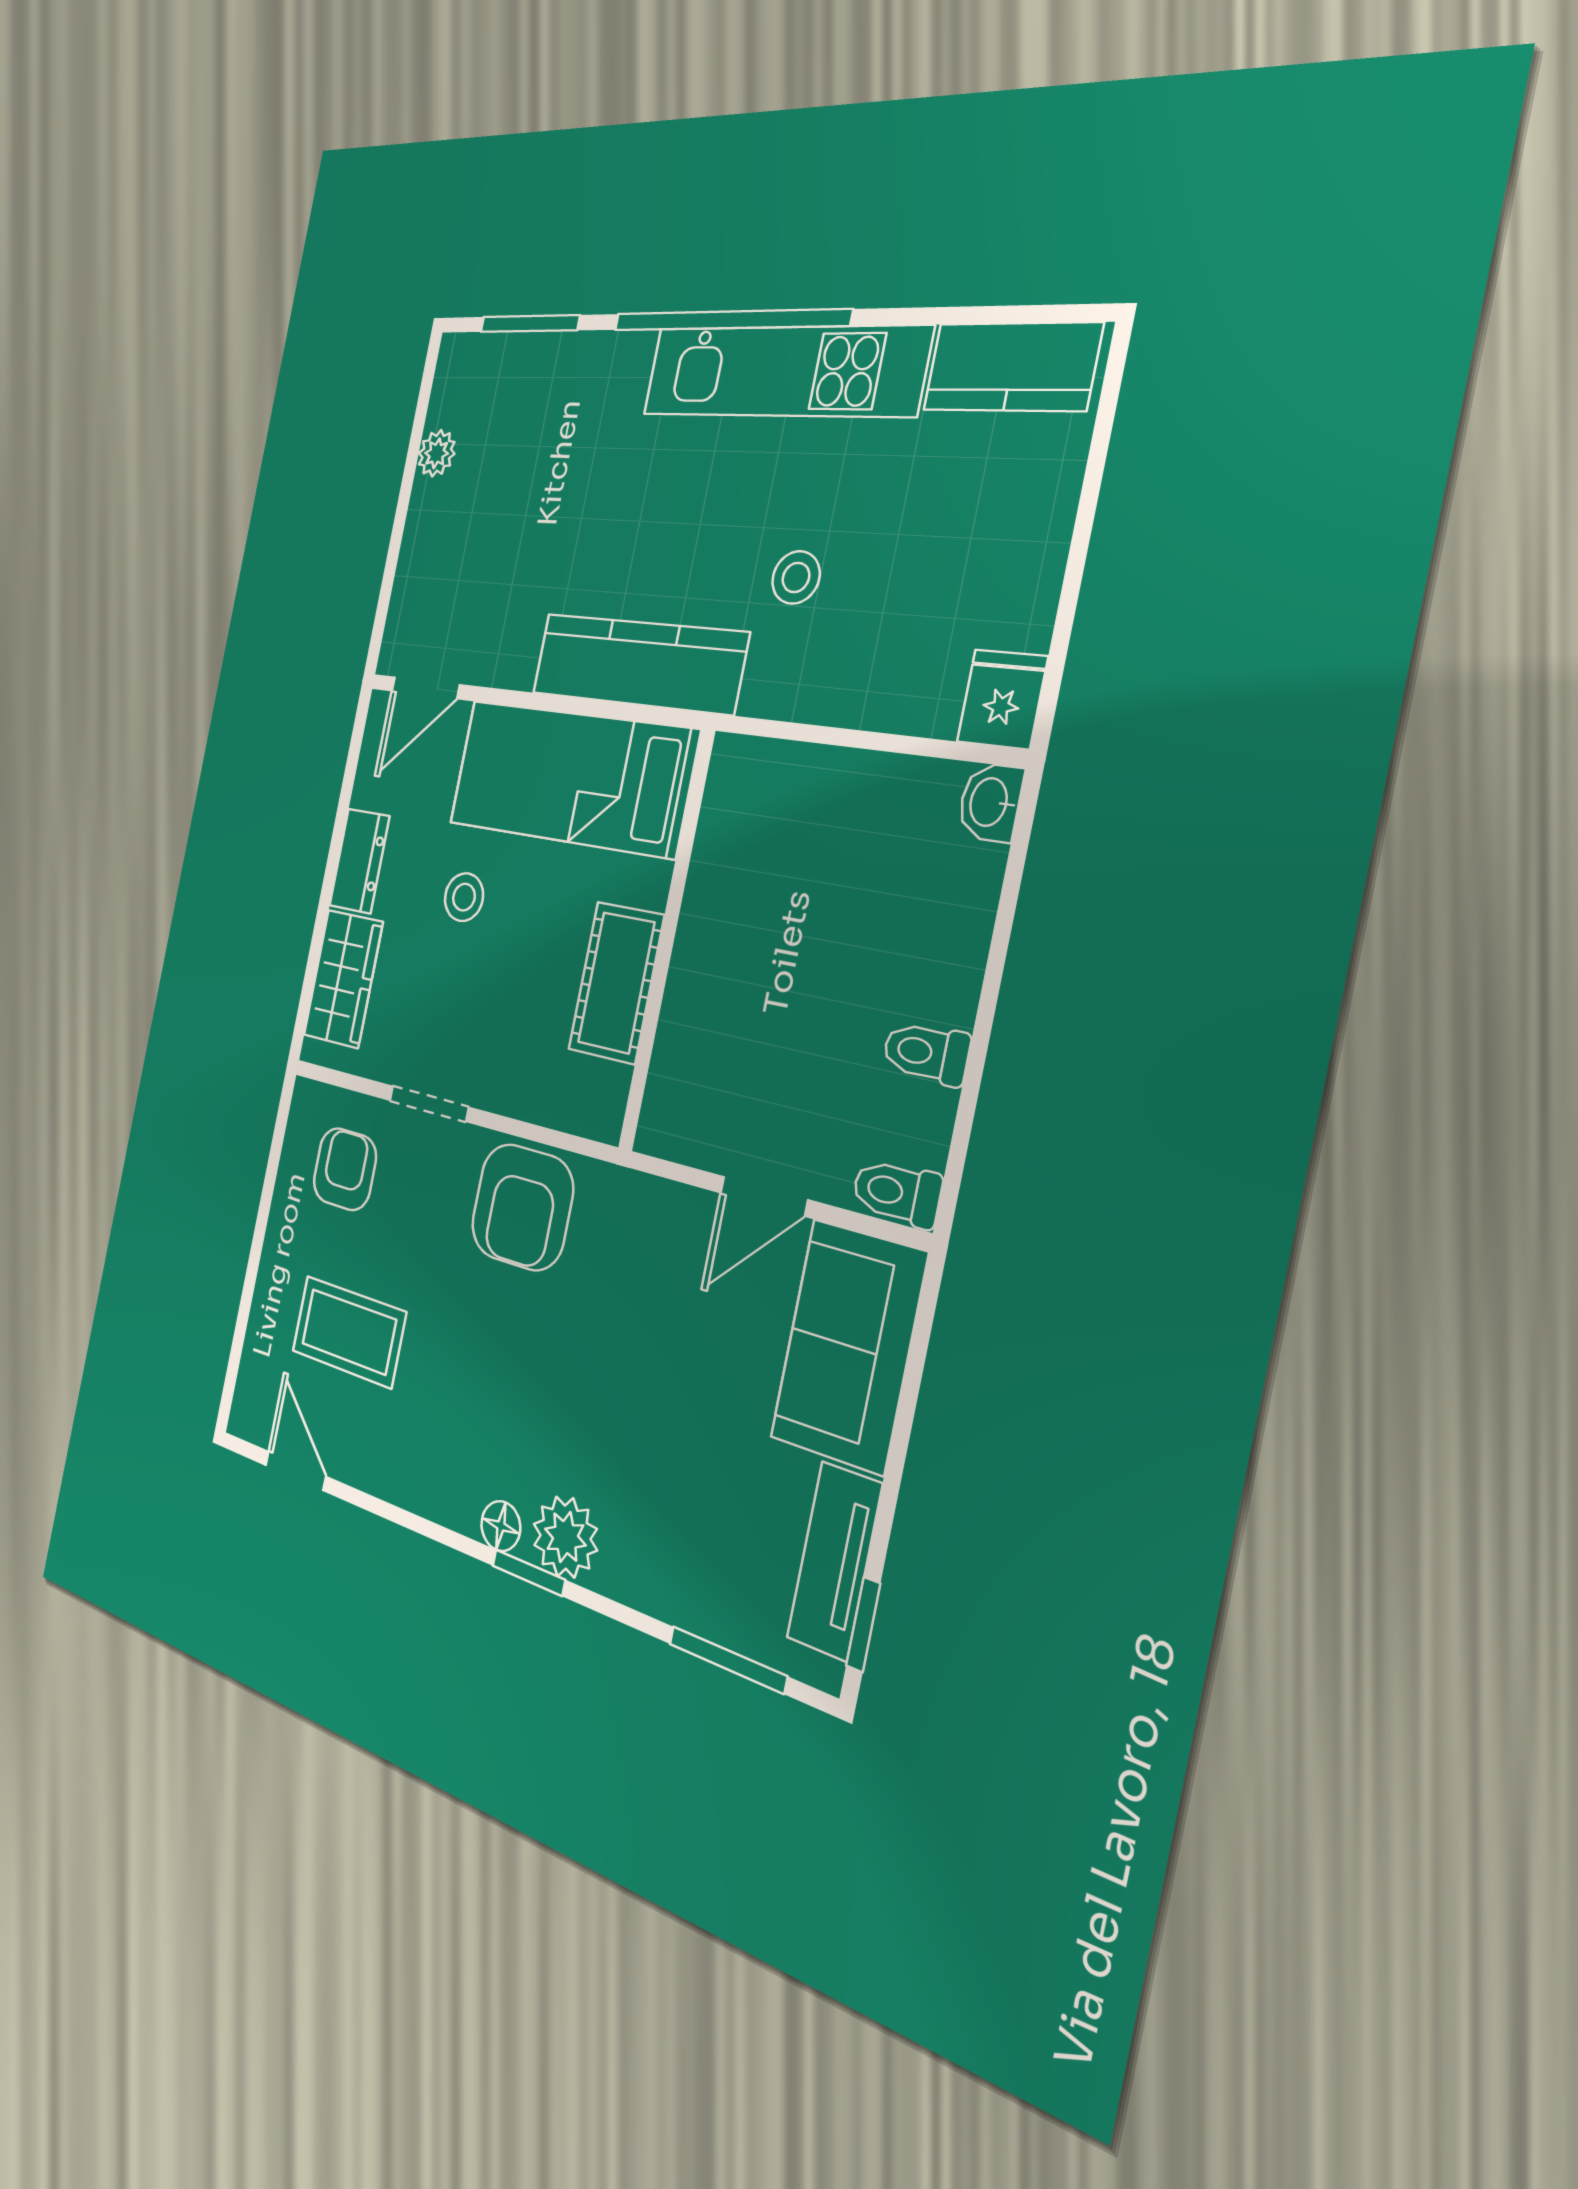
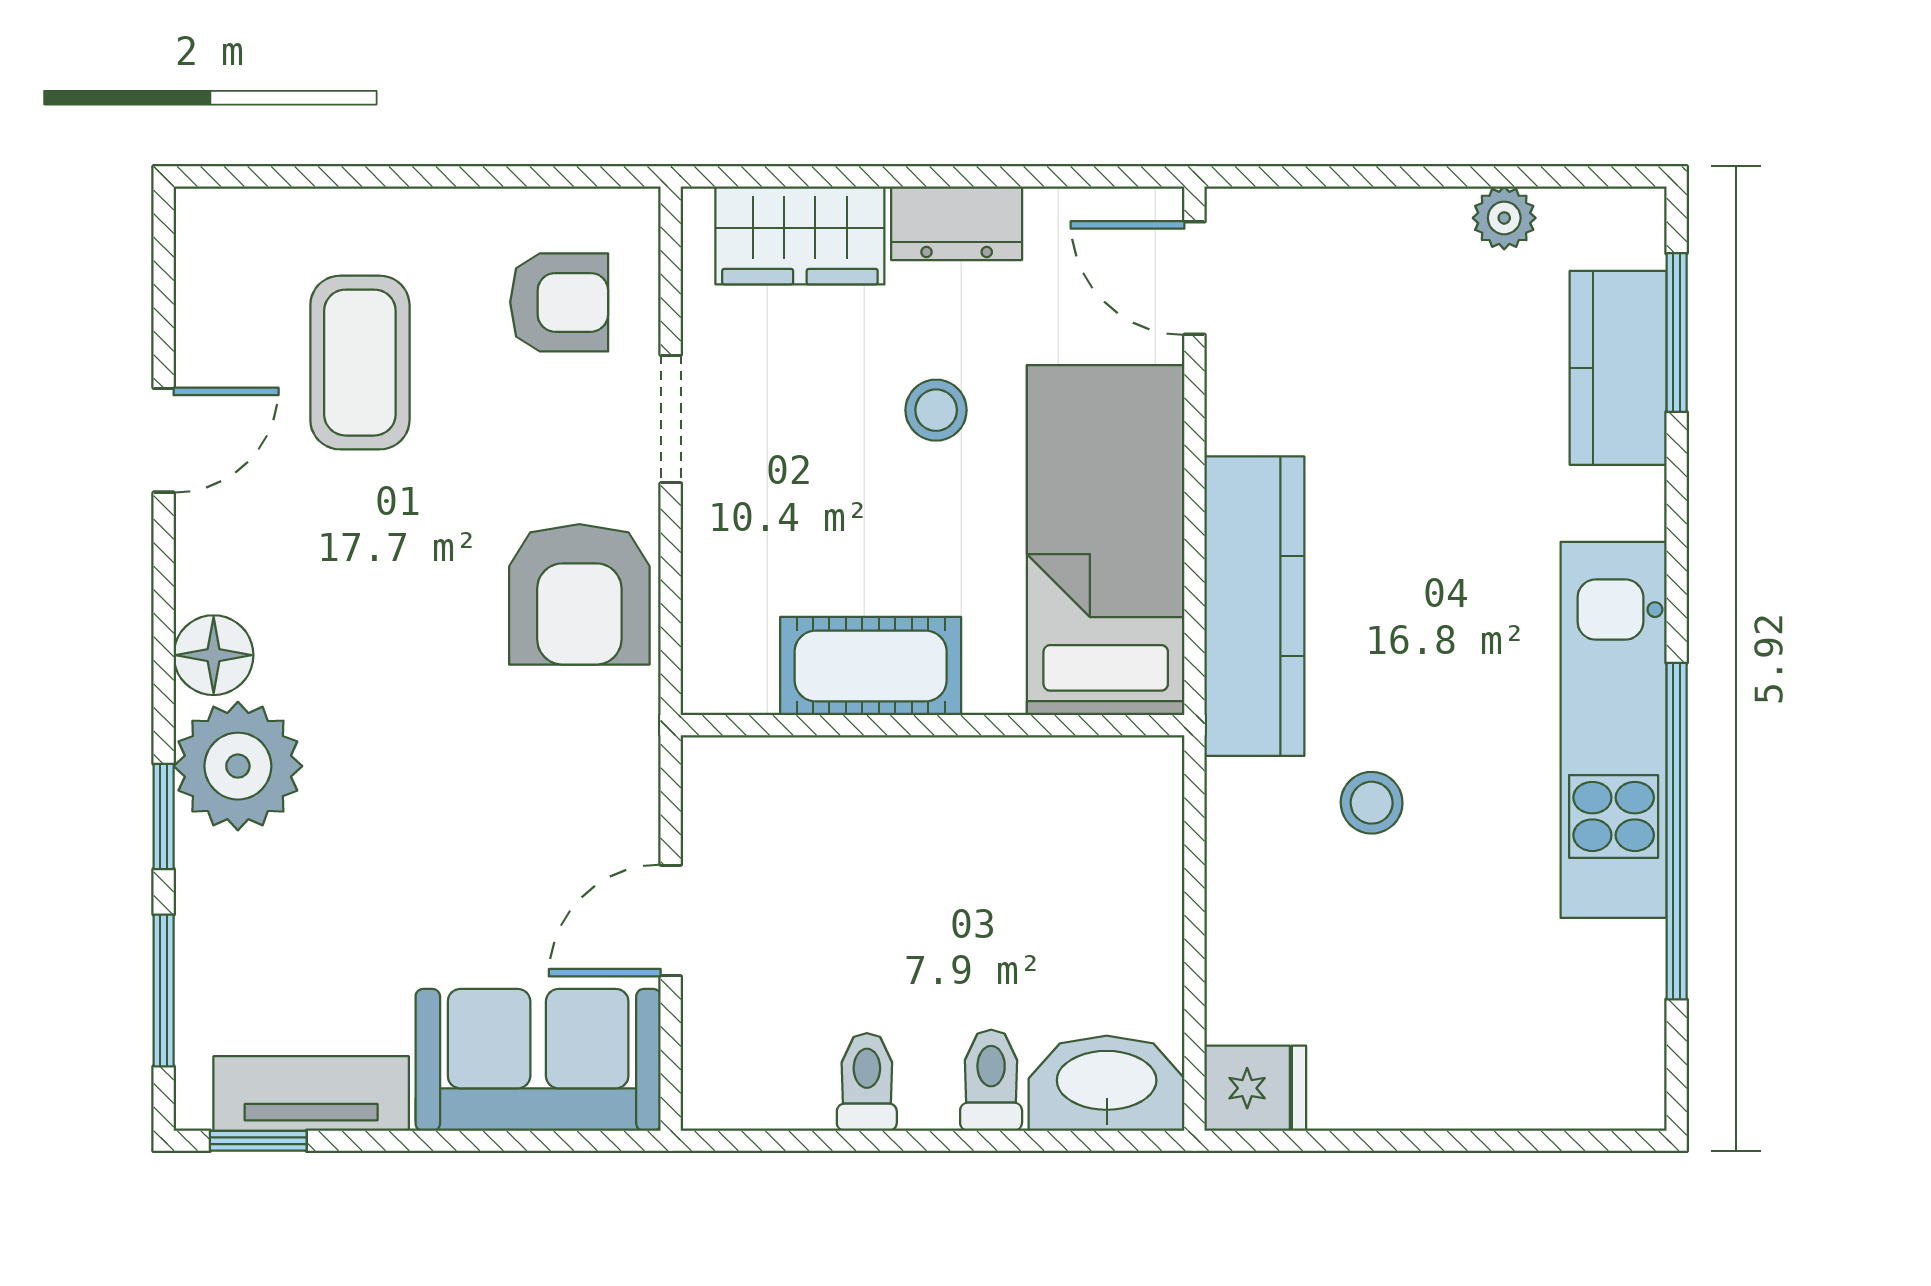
window: (730, 320) -> (1677, 831), moved
kitchen counter: (1012, 367) -> (1618, 368), moved
washbasin: (990, 802) -> (1107, 1083), width x1.91, depth x1.45
toilet: (897, 1193) -> (991, 1080), moved
door: (764, 1196) -> (671, 920), hinge flipped
armchair: (522, 1207) -> (579, 594), turned -90
door: (296, 1471) -> (164, 440), moved
floor lamp: (501, 1526) -> (214, 655), width x1.37, depth x1.37
plant: (565, 1537) -> (238, 766), width x1.36, depth x1.36
window: (529, 1573) -> (164, 816), moved

